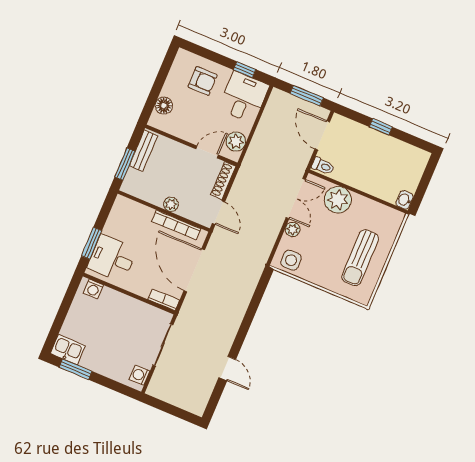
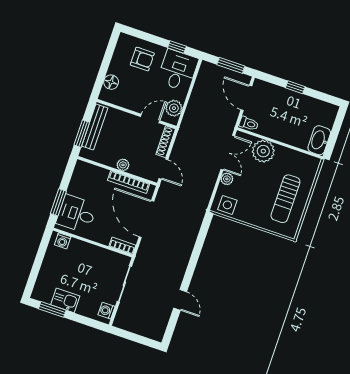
bench: (144, 151) -> (95, 127), width x1.36
washbasin: (405, 200) -> (319, 140), width x1.91, depth x1.45
kitchen sink: (68, 350) -> (65, 300), moved

